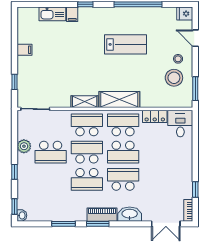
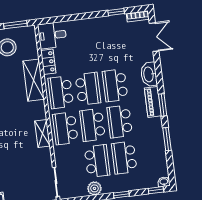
shelving: (119, 100) -> (34, 80), moved
school desk: (51, 179) -> (124, 158), added
school desk: (87, 179) -> (120, 121), turned 180

